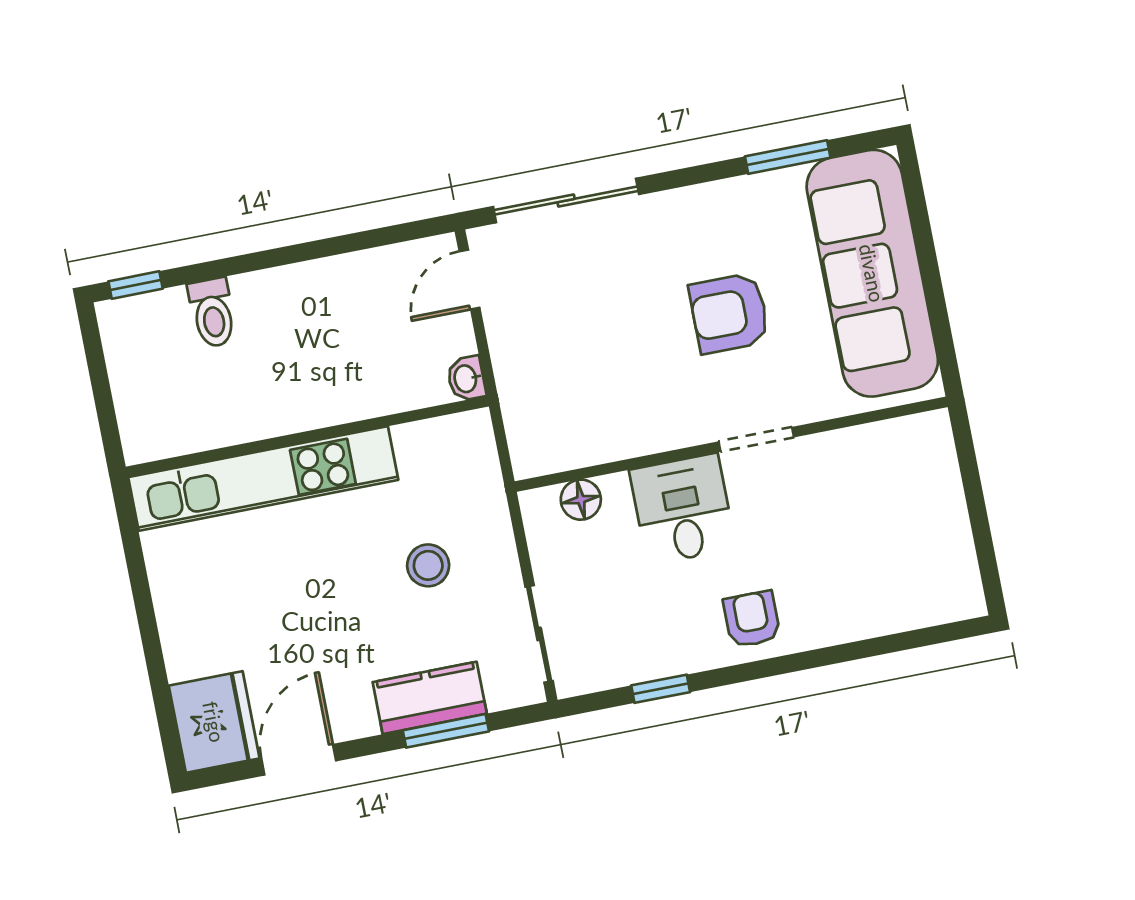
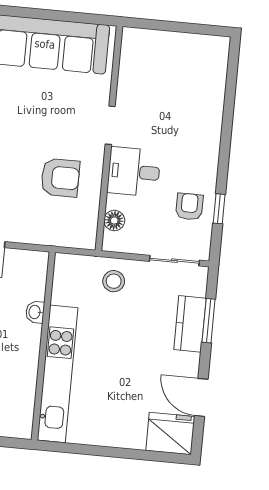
armchair: (729, 313) -> (60, 178), moved, turned -90
washbasin: (466, 379) -> (35, 312), moved, turned 90
stool: (428, 565) -> (114, 281), moved
armchair: (752, 619) -> (189, 207), moved, turned 90

